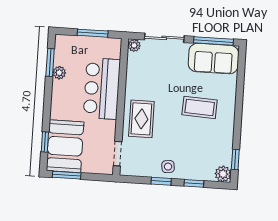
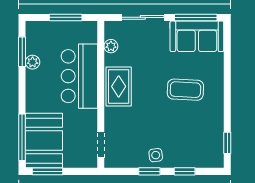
plant: (134, 45) -> (111, 46), moved
rug: (141, 119) -> (119, 86), moved
window: (45, 142) -> (22, 137), width x2.17
plant: (223, 174) -> (215, 159), removed

